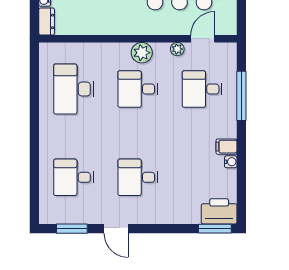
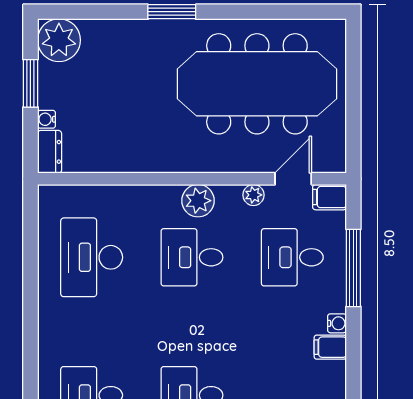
filing cabinet: (226, 50) -> (330, 197), added
water cooler: (231, 162) -> (337, 323), moved

